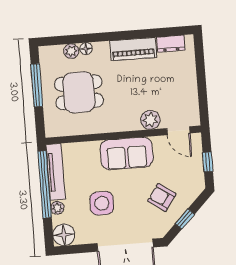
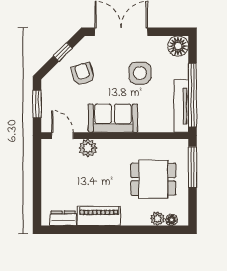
floor lamp: (86, 49) -> (172, 220), moved
window: (37, 85) -> (192, 167), moved
window: (208, 162) -> (37, 104), width x1.50
armchair: (162, 197) -> (83, 74), turned -142
plant: (57, 208) -> (182, 72), removed

